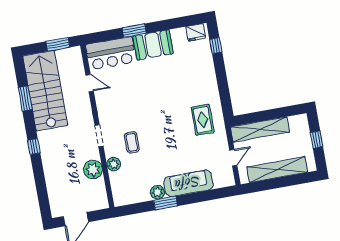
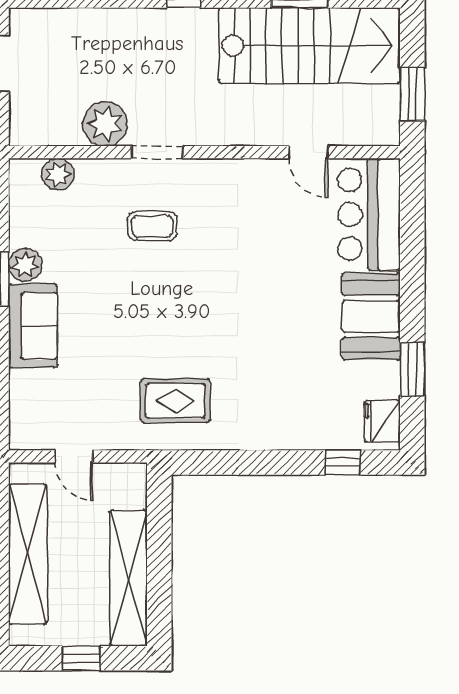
window: (134, 31) -> (412, 369), moved
door: (90, 83) -> (308, 152), hinge flipped
shelving: (260, 129) -> (129, 578), moved
doorway: (99, 136) -> (157, 152), moved
plant: (114, 164) -> (58, 174), moved
sofa: (188, 183) -> (33, 326), width x0.73

